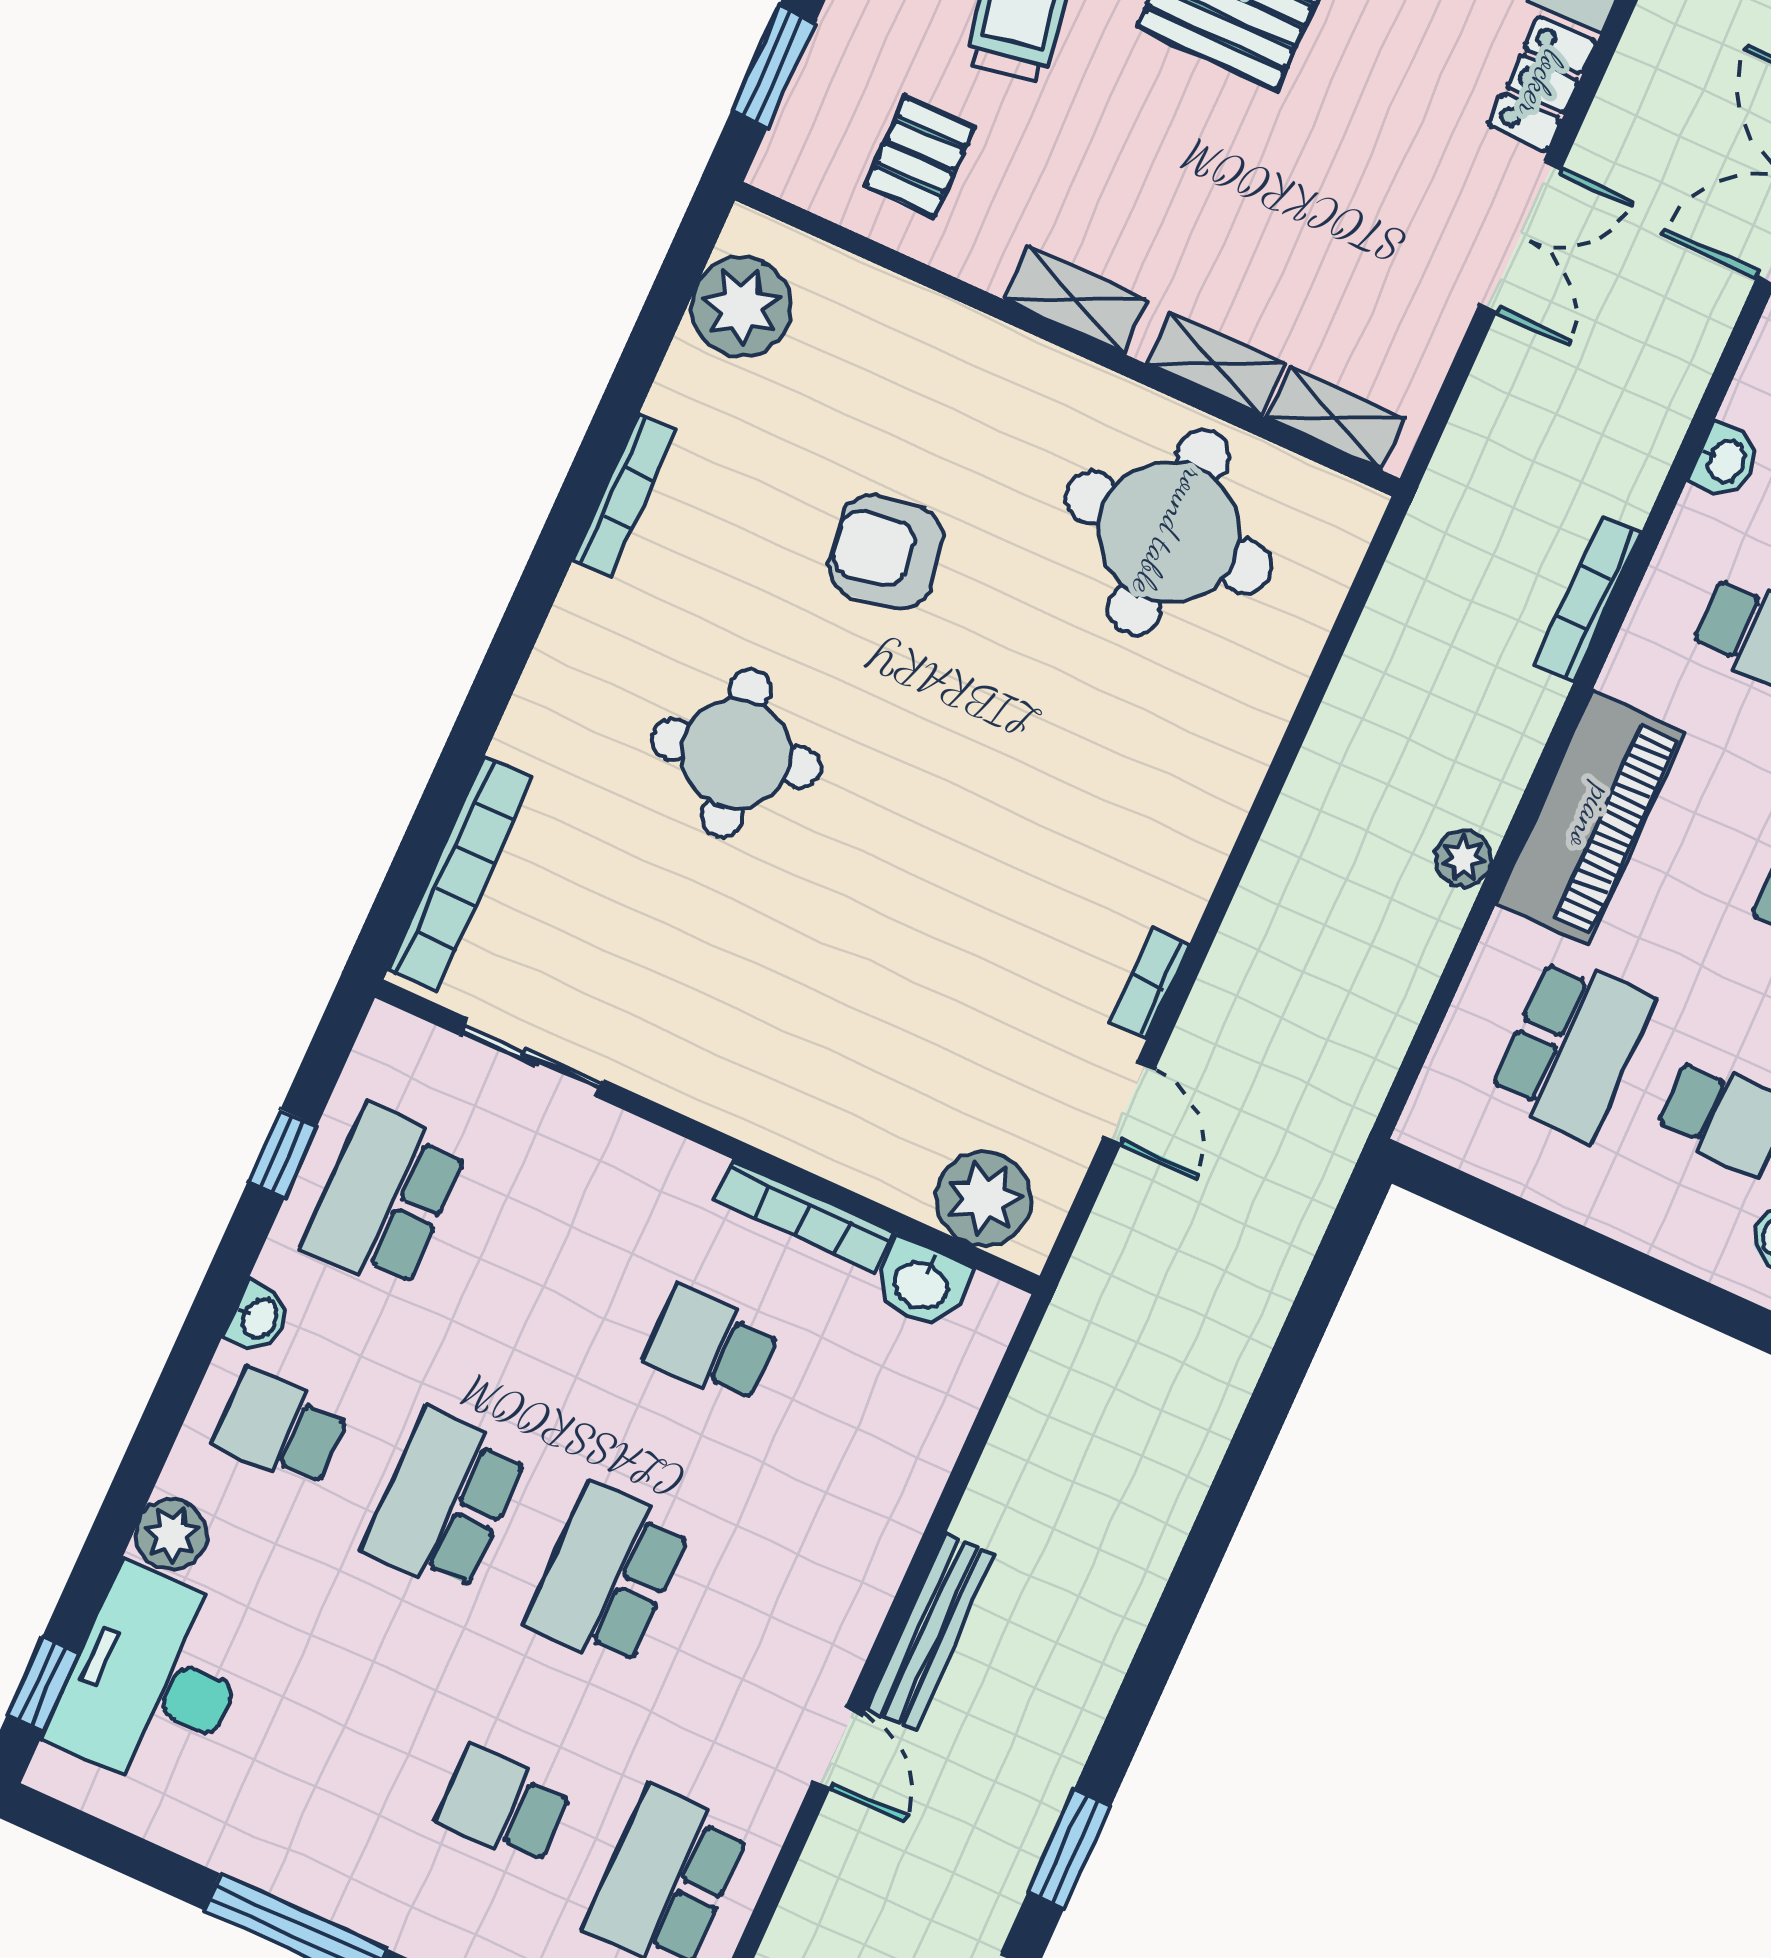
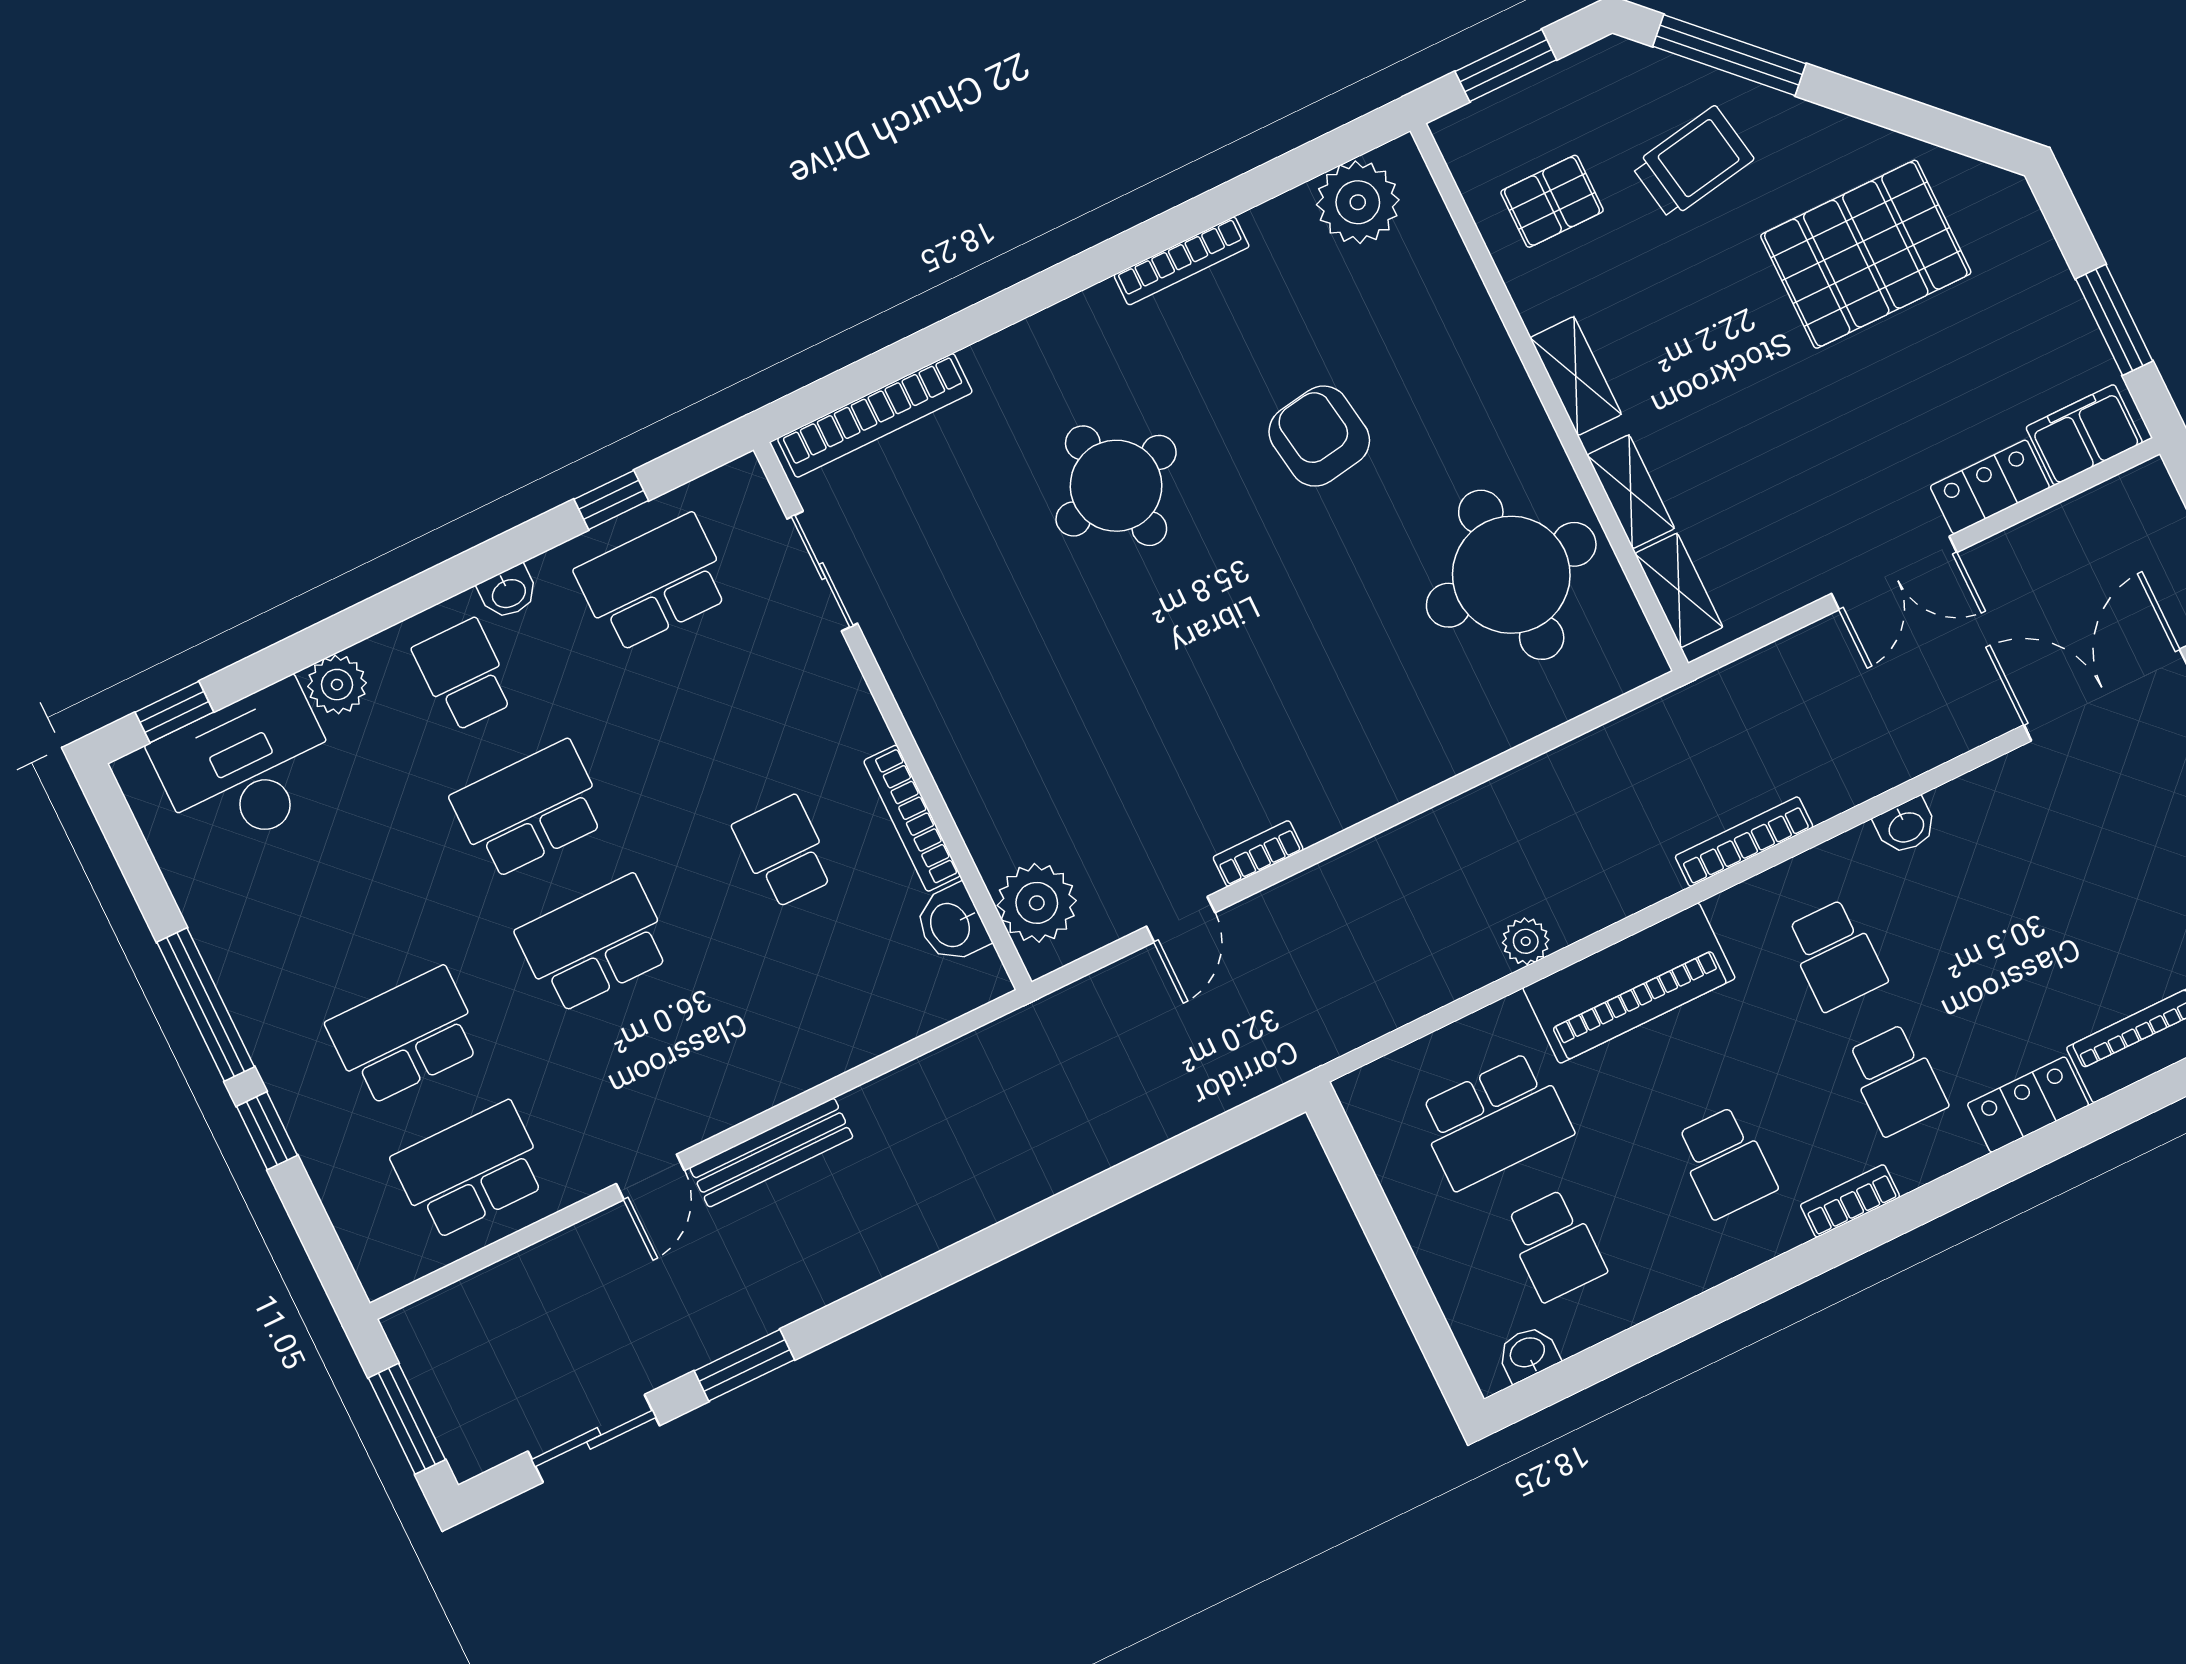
school desk: (504, 1806) -> (405, 1036), width x1.85

